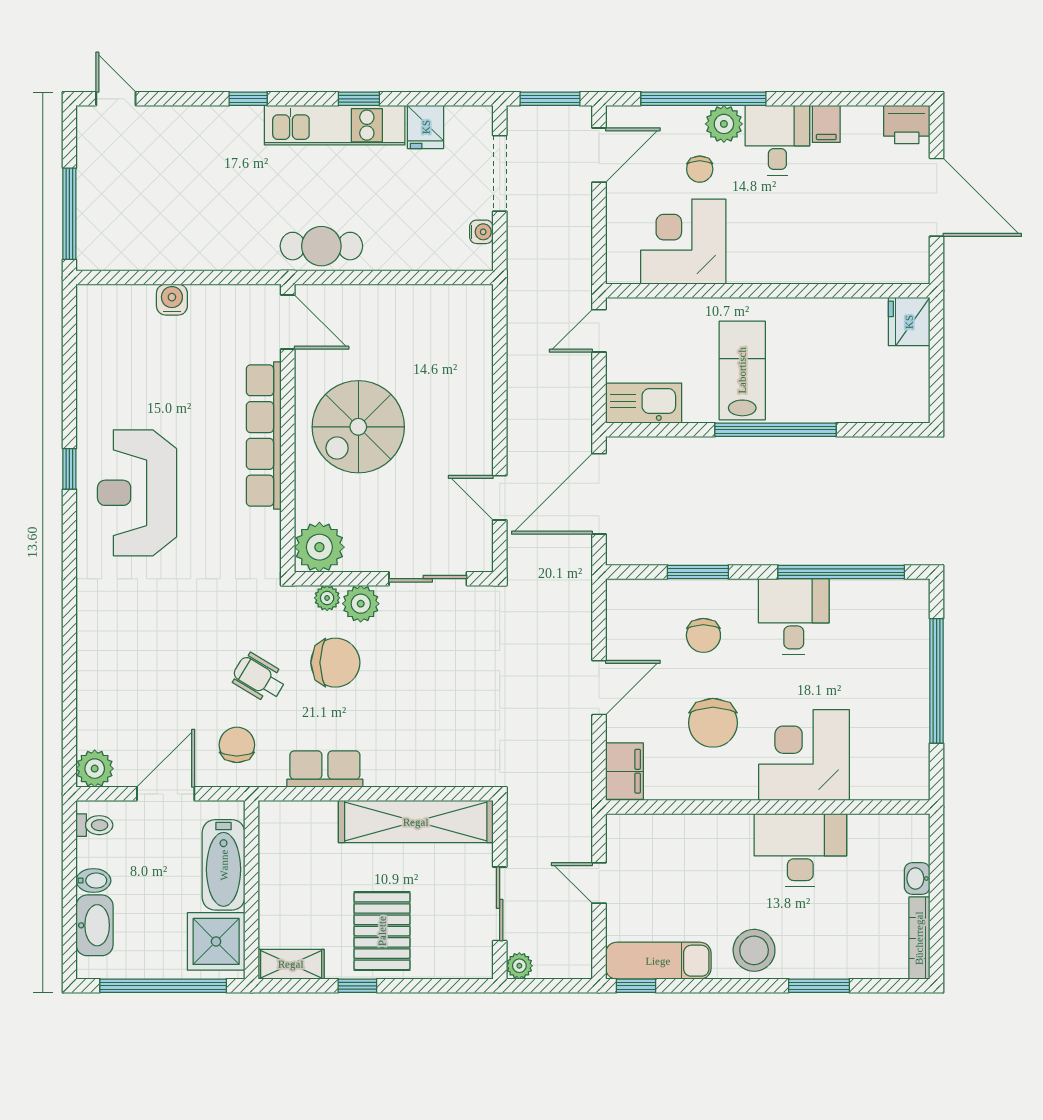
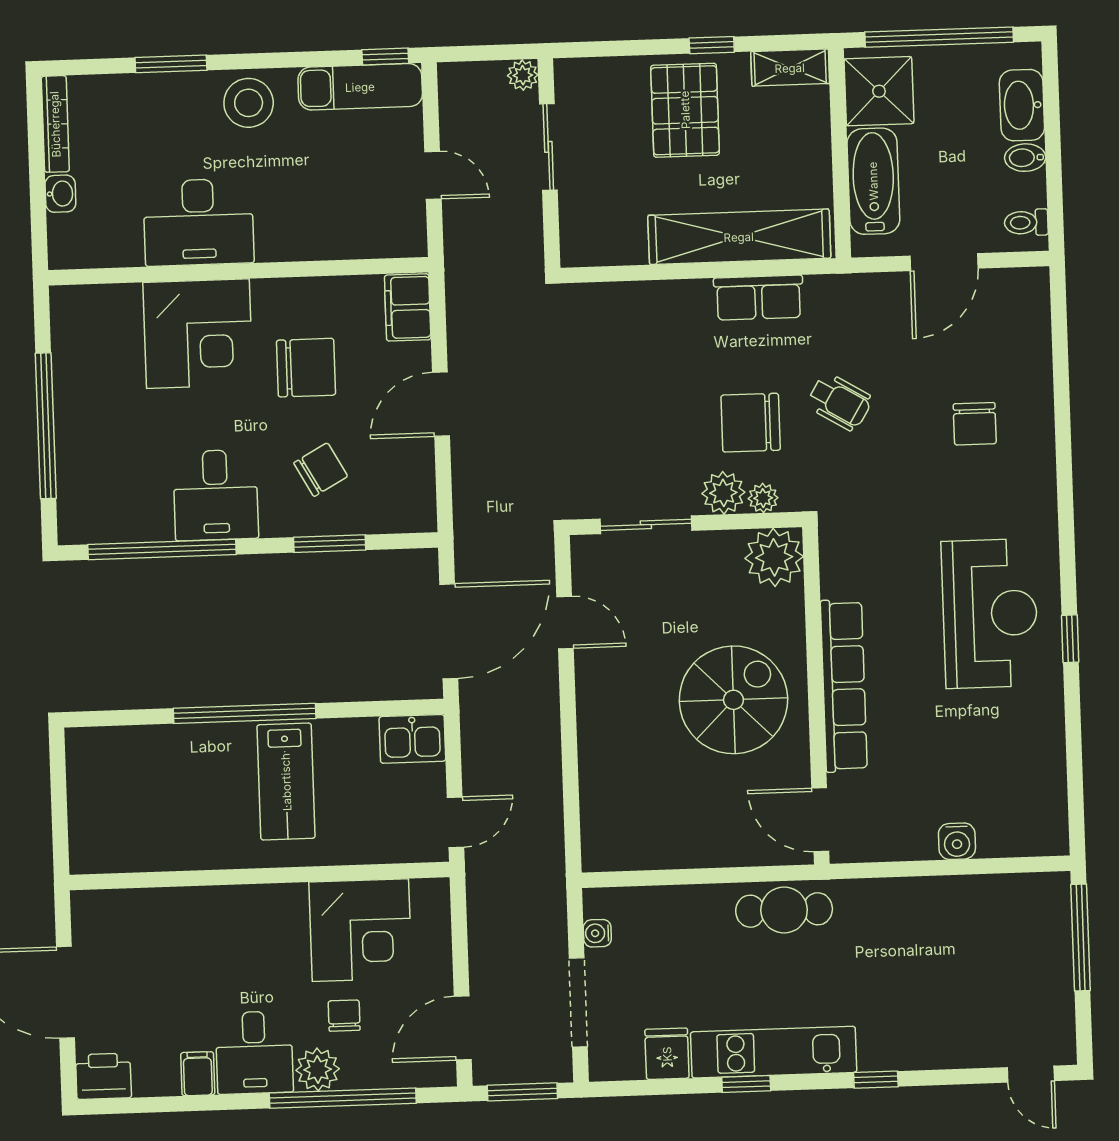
fridge: (909, 322) -> (93, 846), removed
kitchen sink: (644, 403) -> (412, 739), width x0.73
chair: (703, 635) -> (321, 470), turned 61
chair: (713, 723) -> (306, 368), turned 90
chair: (237, 745) -> (975, 424), moved
plant: (95, 769) -> (1028, 289), removed
shelving: (416, 822) -> (739, 237), moved

